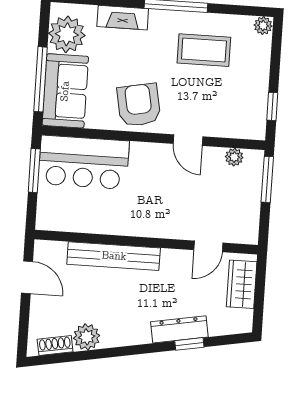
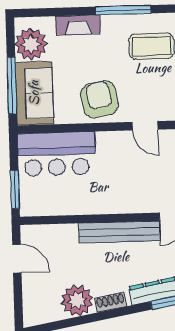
window: (34, 171) -> (15, 189), moved
bench: (114, 256) -> (119, 232), moved
plant: (87, 337) -> (77, 300), width x1.36, depth x1.36
shoe rack: (55, 346) -> (111, 302), moved

